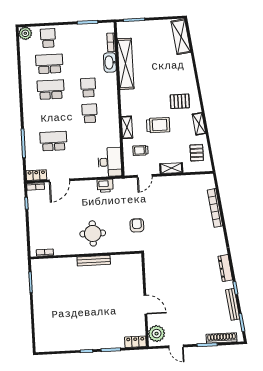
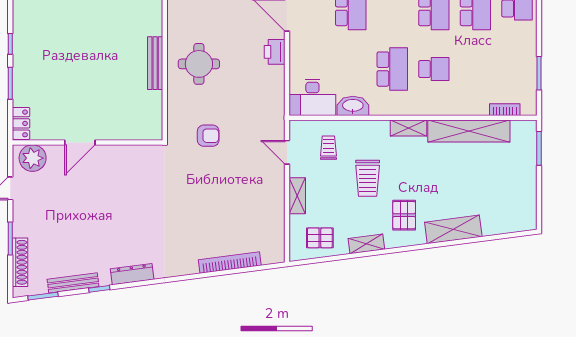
shelving: (181, 37) -> (453, 229), moved
washbasin: (110, 62) -> (353, 106), moved
school desk: (90, 113) -> (392, 69), width x1.85
shelving: (127, 127) -> (409, 128), moved
printer: (105, 186) -> (275, 52), moved

